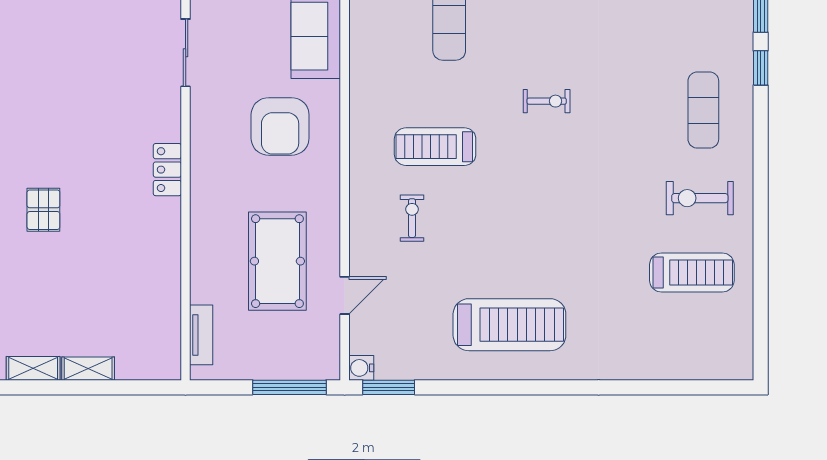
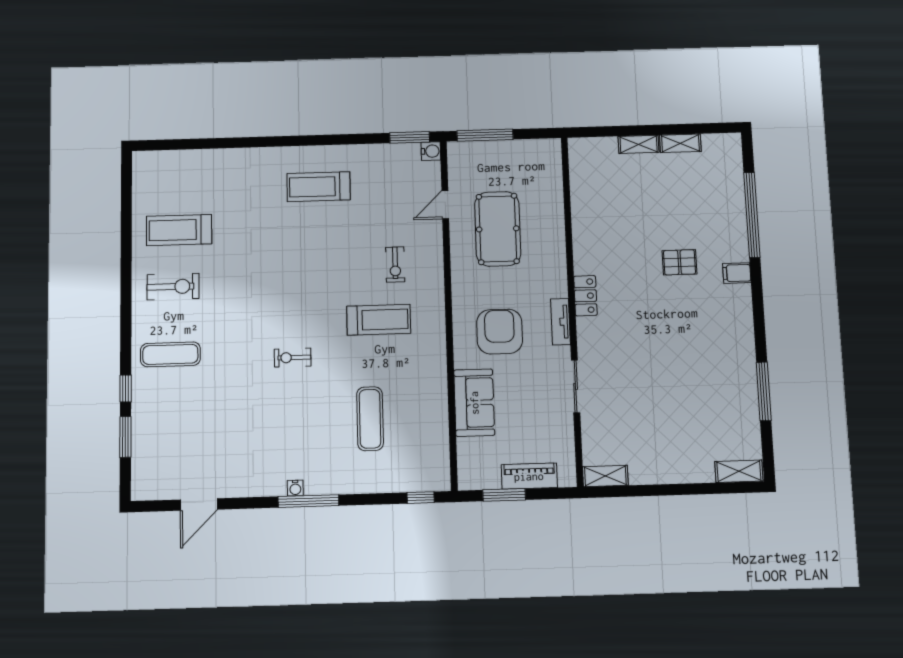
exercise mat: (703, 110) -> (170, 354), turned 90
pallet: (43, 210) -> (679, 262), turned 90
treadmill: (509, 325) -> (319, 187), width x0.73, depth x0.73
tv unit: (201, 335) -> (560, 322), moved

